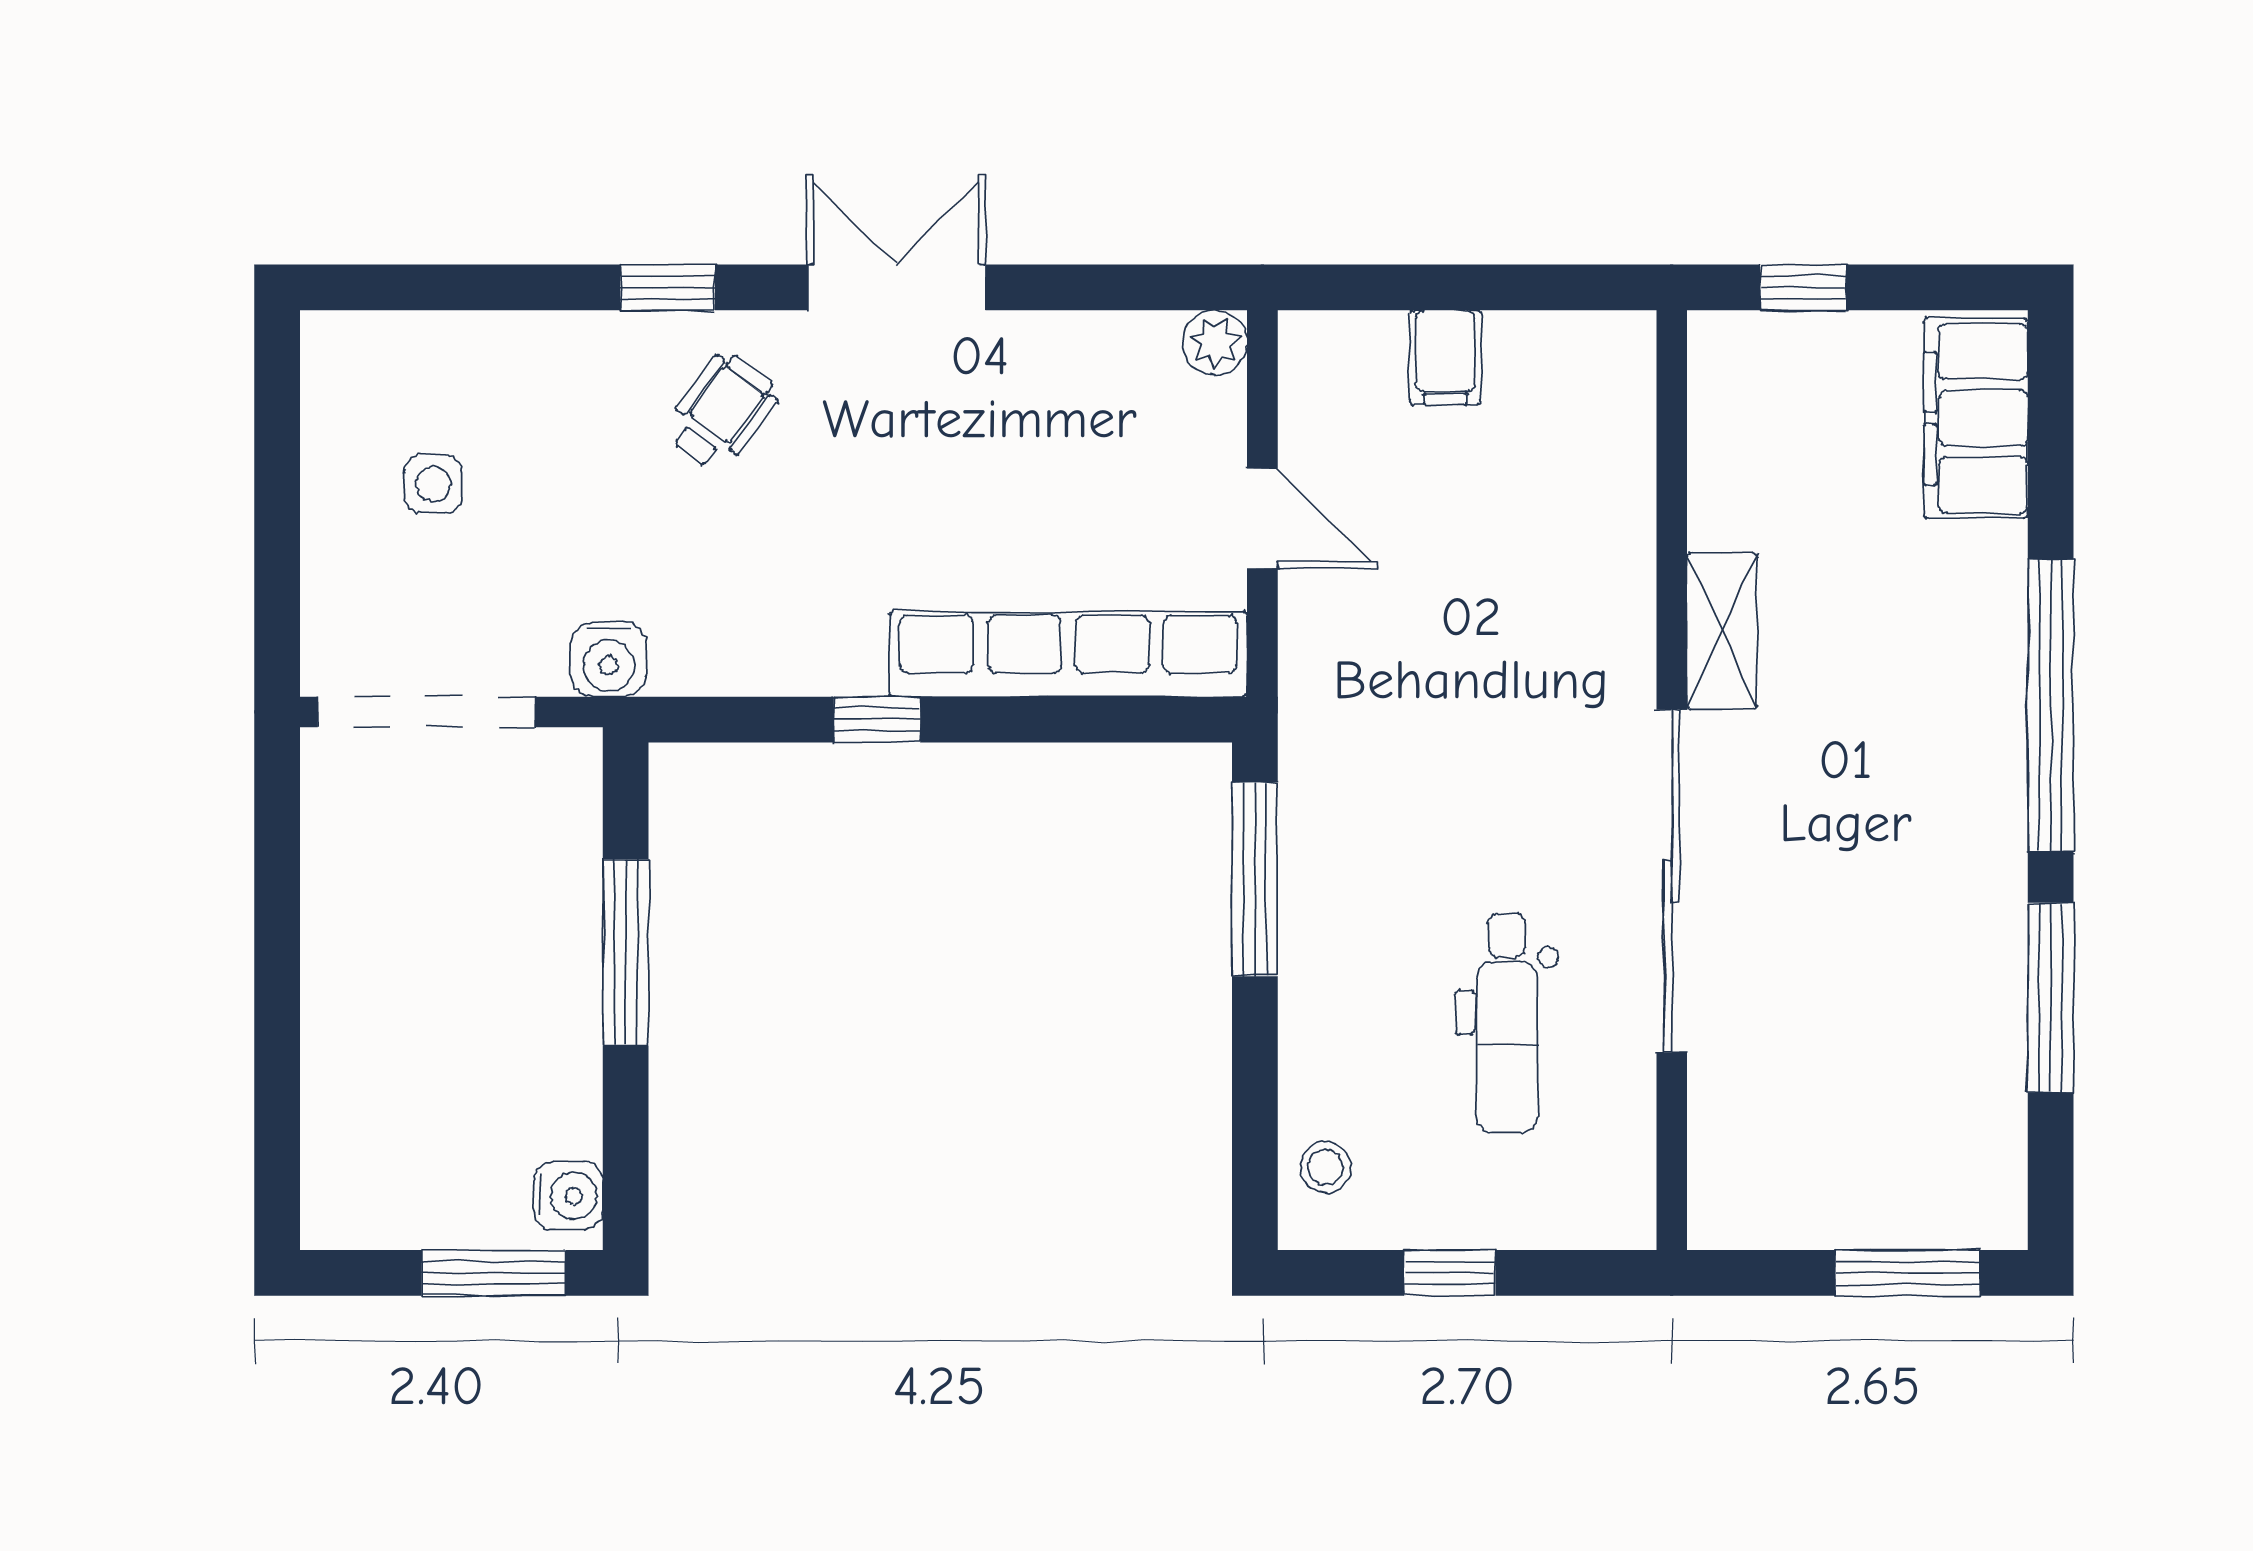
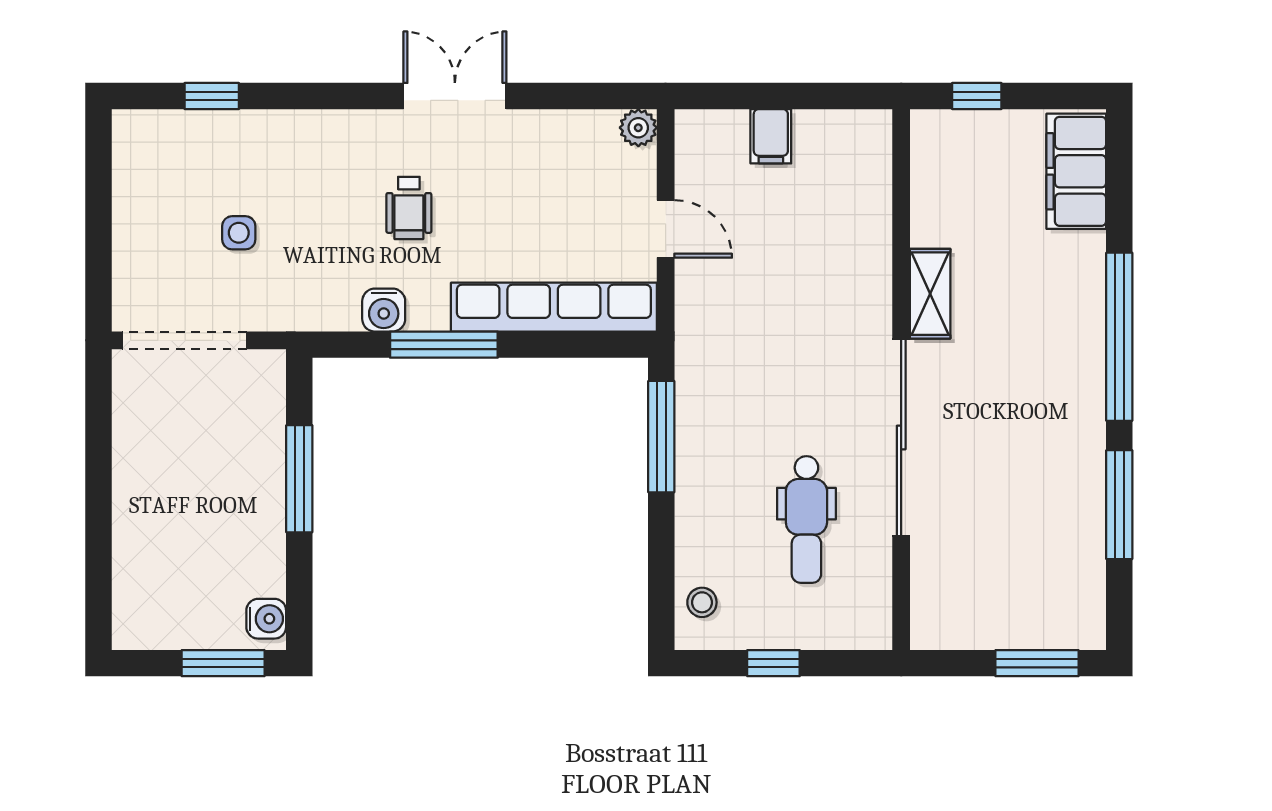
window: (668, 287) -> (212, 96), moved
wheelchair: (722, 412) -> (409, 208), moved, turned 143
side table: (433, 484) -> (239, 233), moved
water cooler: (609, 659) -> (384, 310), moved
window: (877, 720) -> (444, 345), width x2.17

